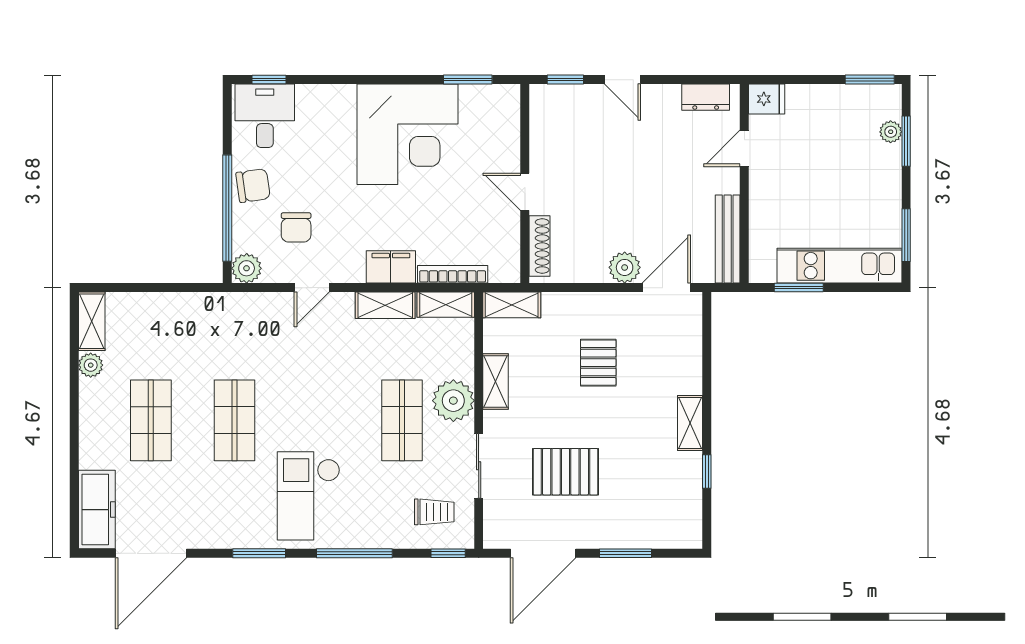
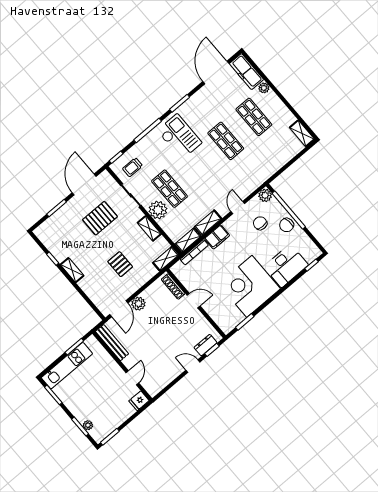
dresser: (706, 97) -> (206, 345), moved
desk: (265, 116) -> (286, 266), moved, width x1.37
plant: (91, 365) -> (264, 88), moved

